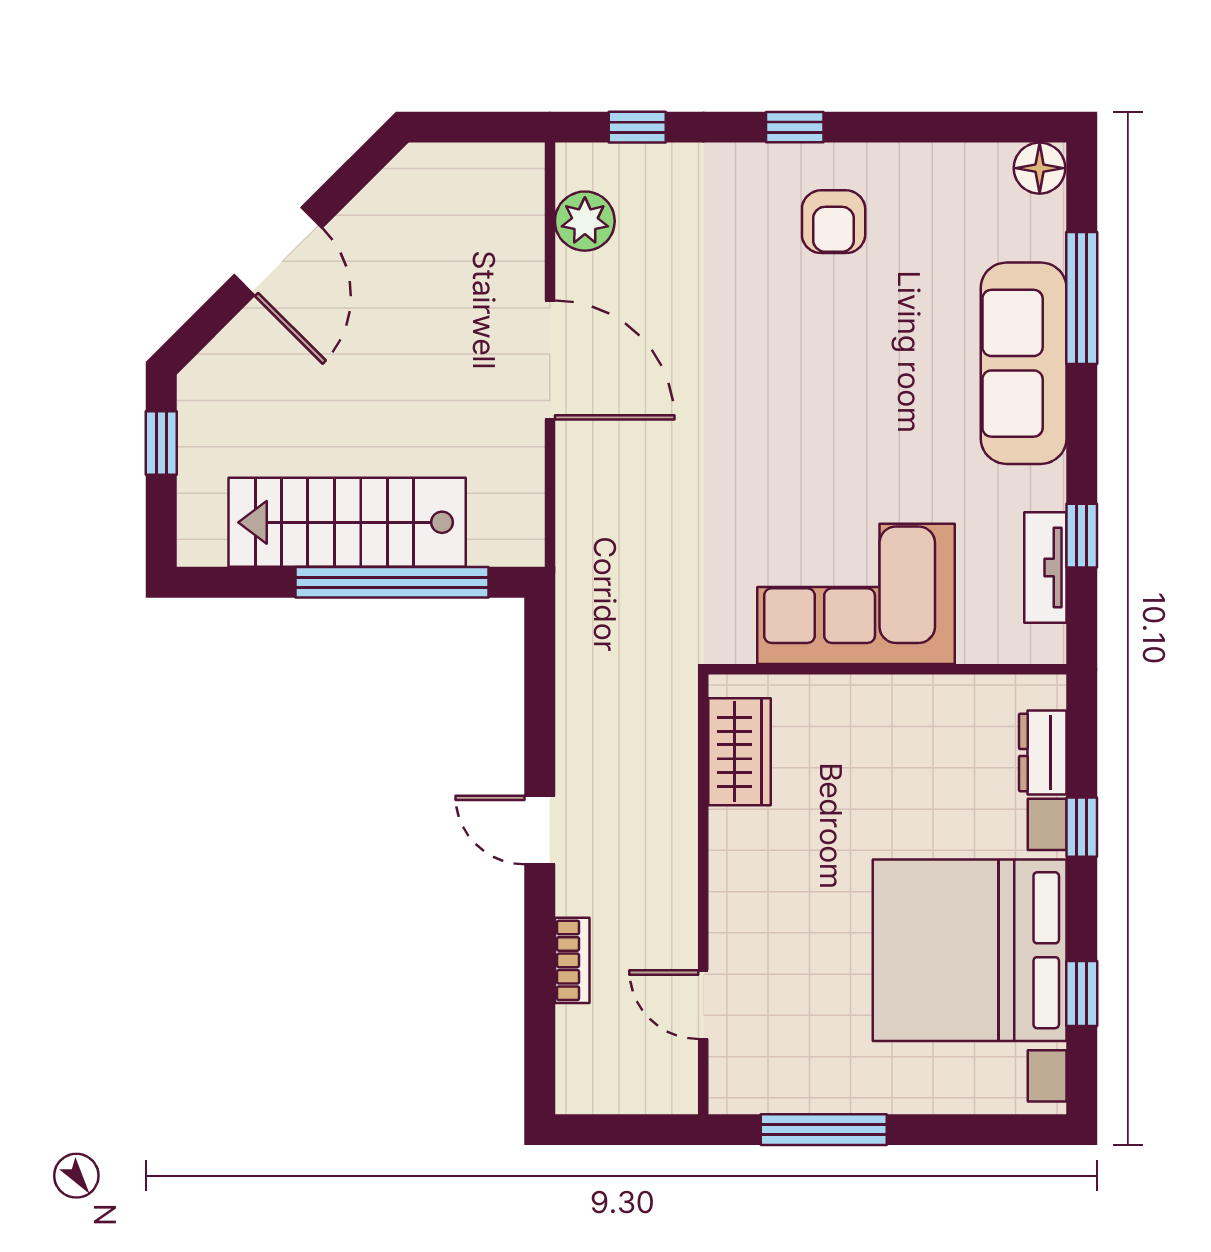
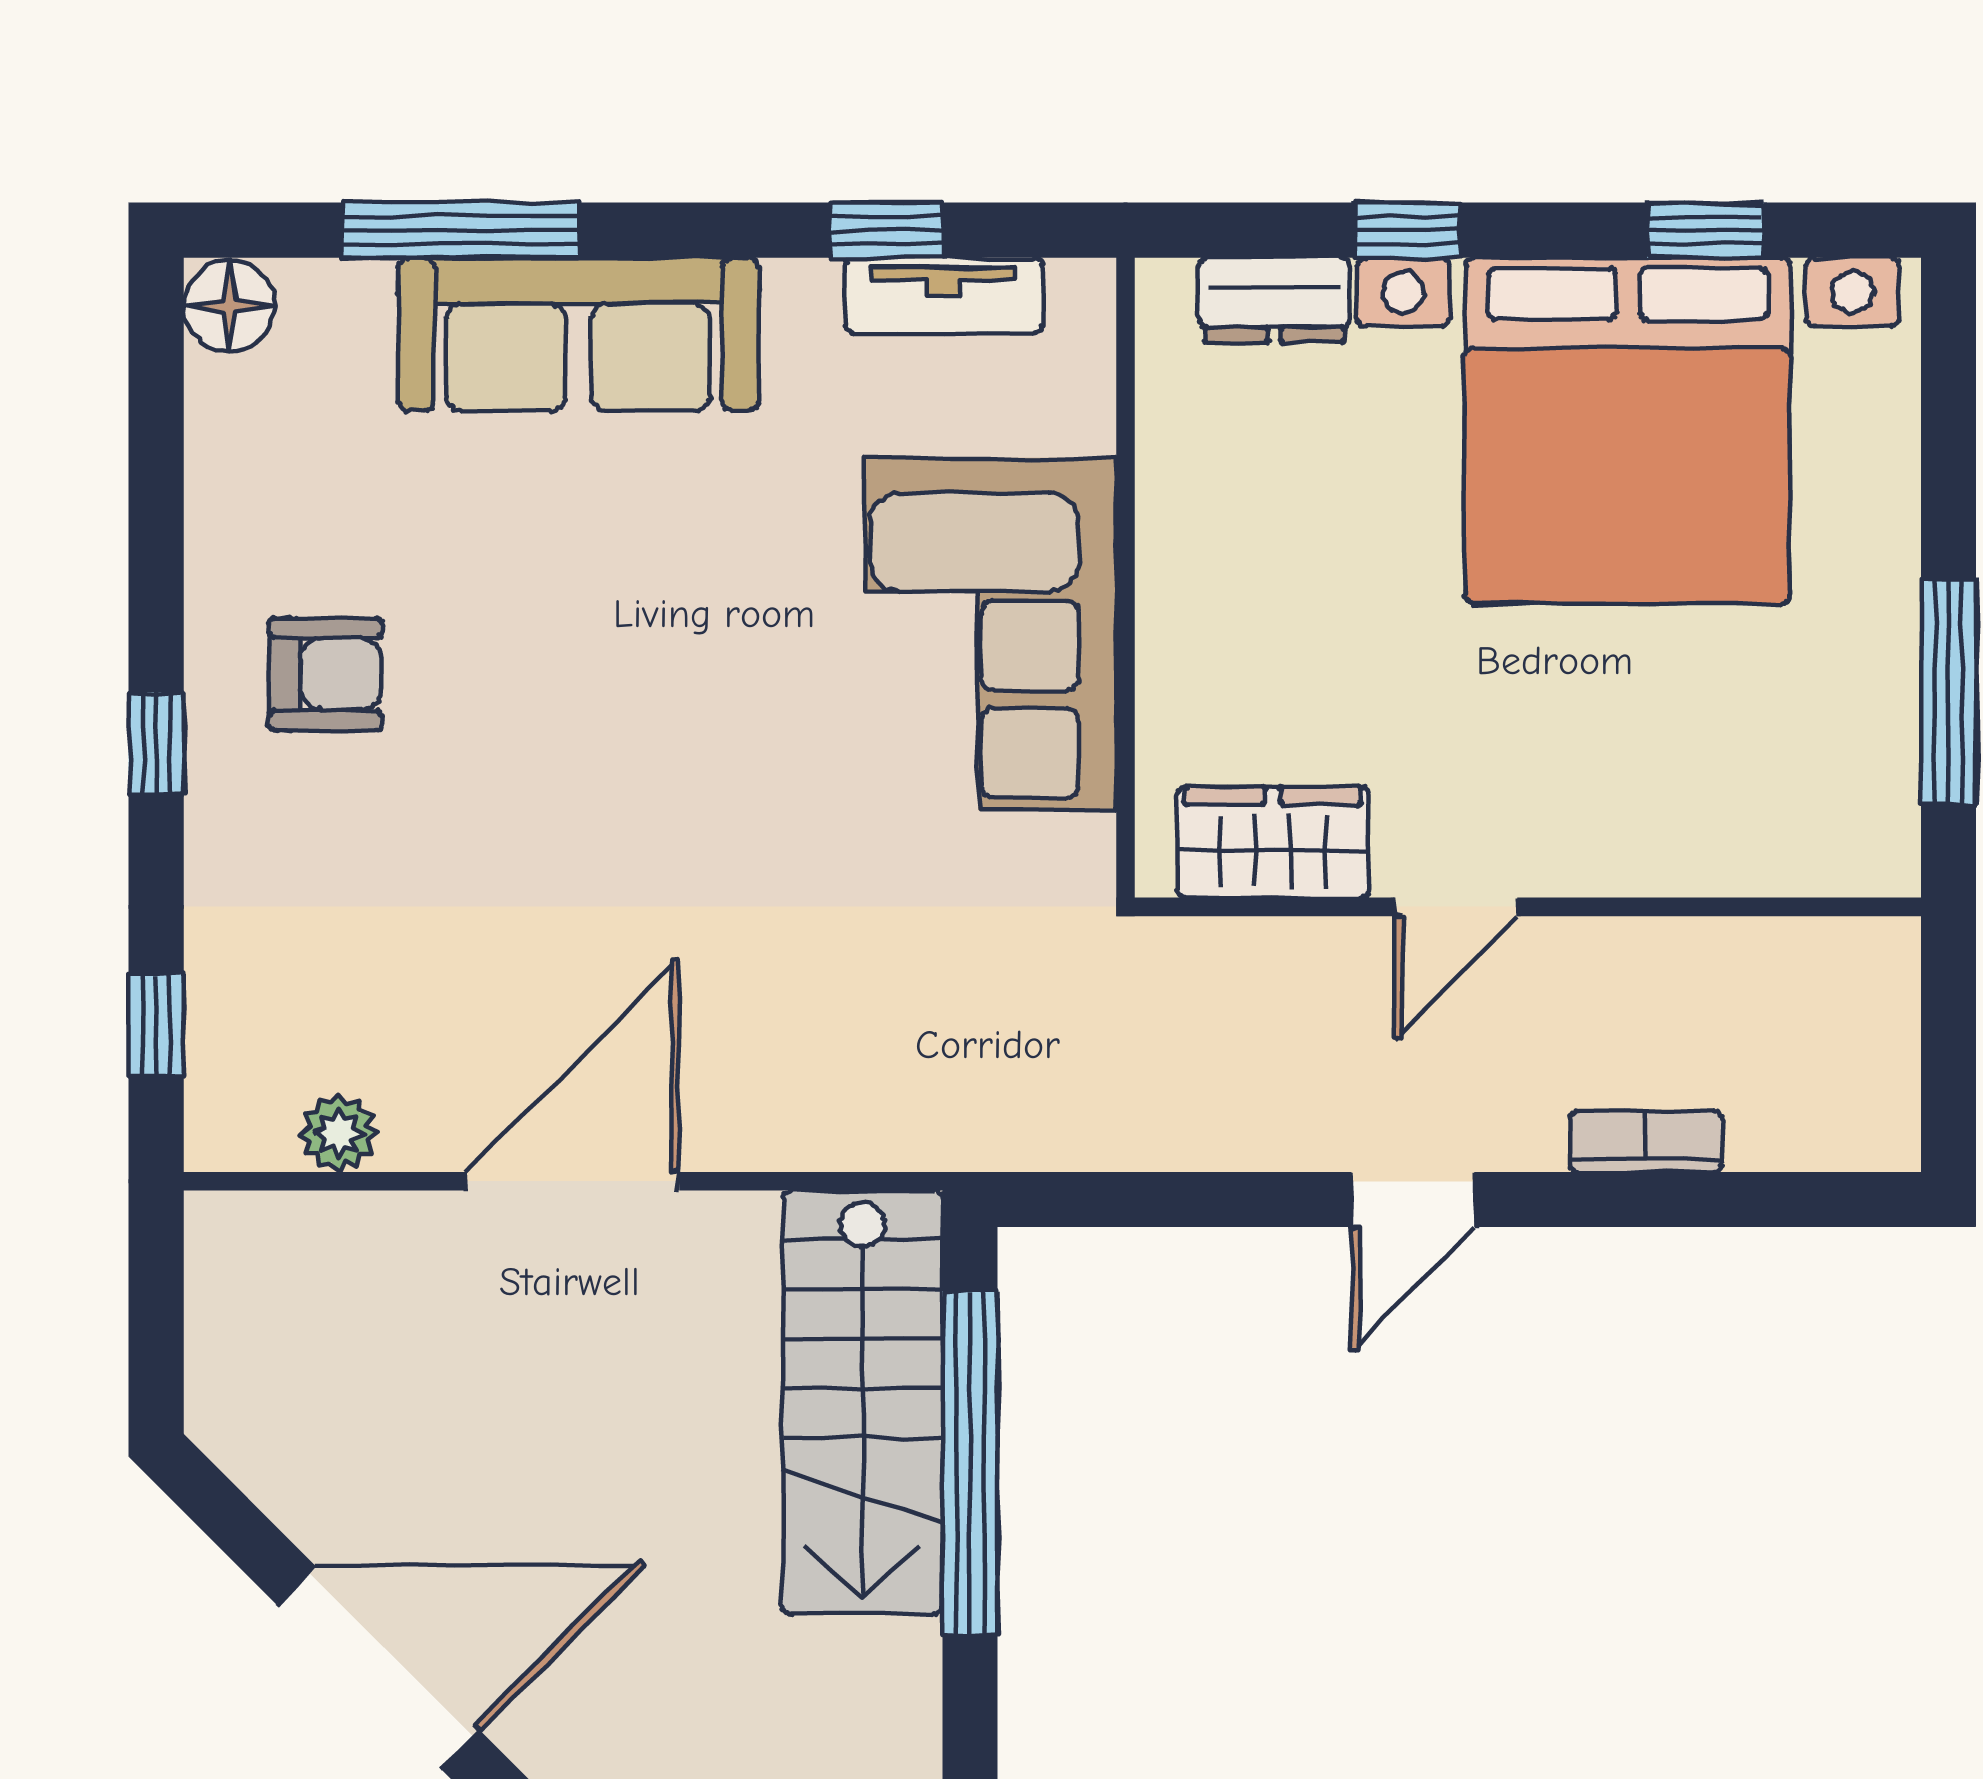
plant: (585, 221) -> (339, 1133), width x0.73, depth x0.73
door: (278, 251) -> (378, 1667), width x1.36
stairs: (347, 522) -> (863, 1402), moved
door: (703, 1005) -> (1456, 907), moved

